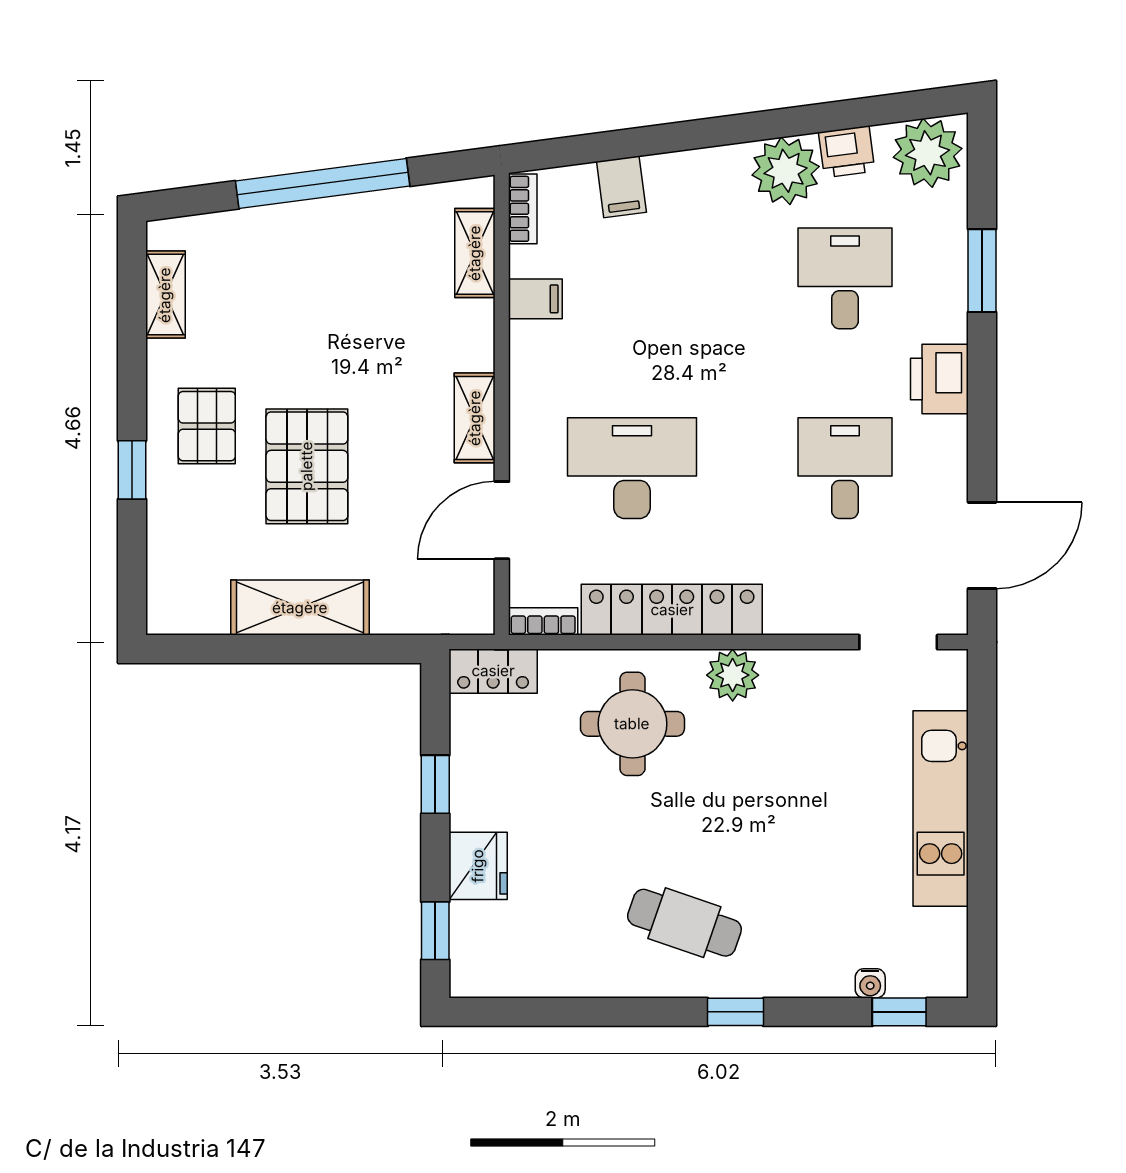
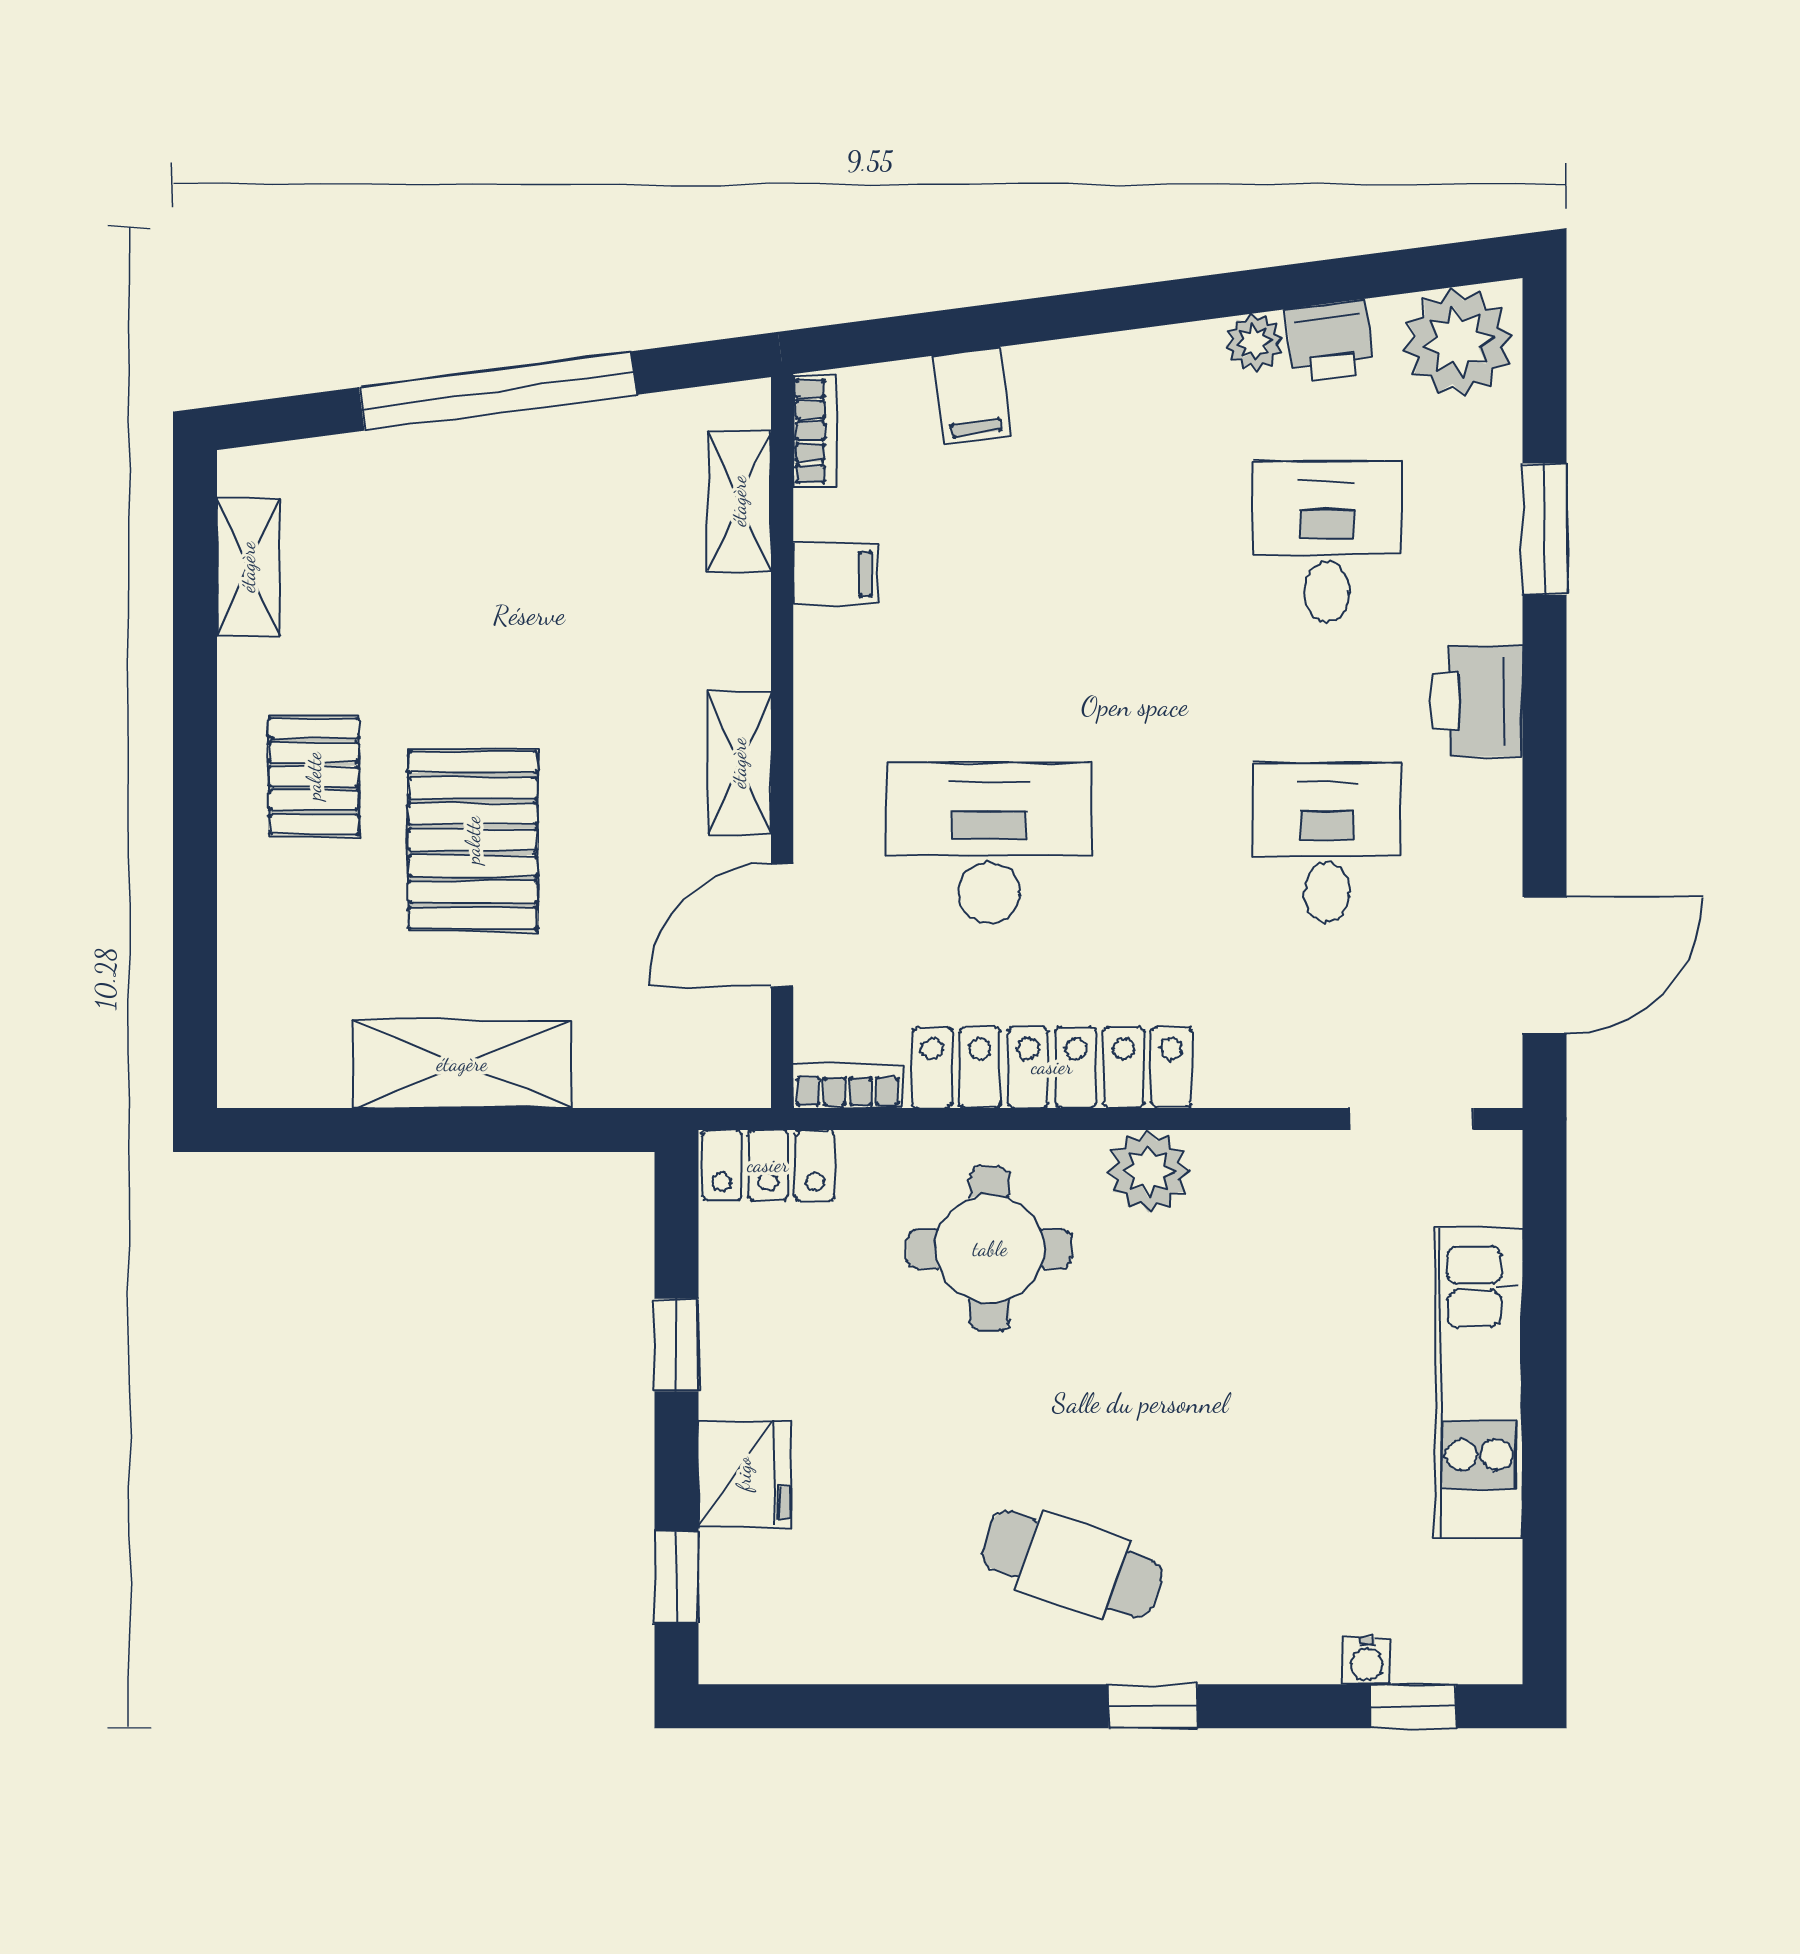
plant: (786, 171) -> (1254, 342), width x0.53, depth x0.53
window: (132, 470) -> (195, 846), removed

